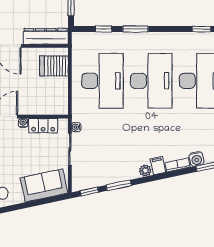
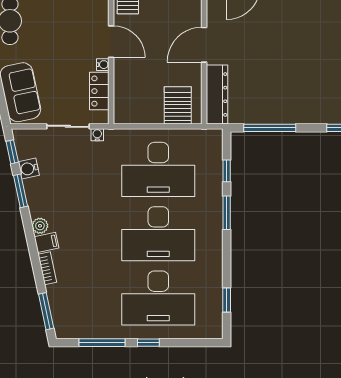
water cooler: (196, 159) -> (29, 169), moved

